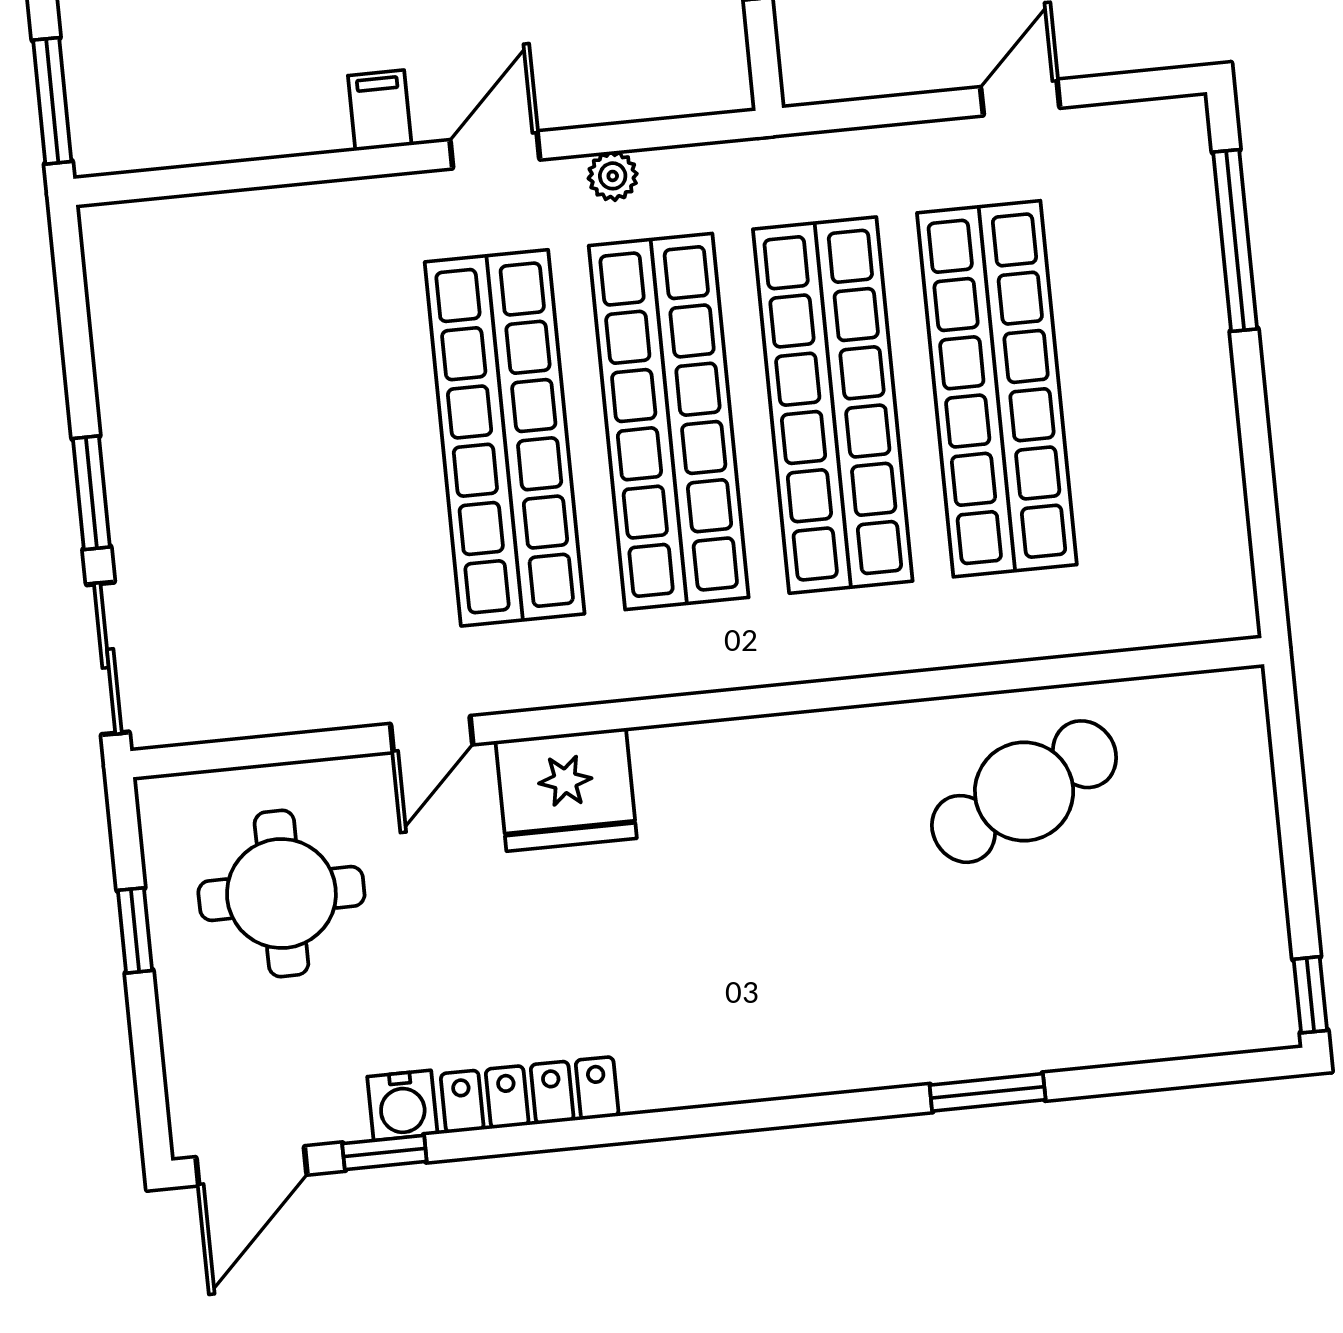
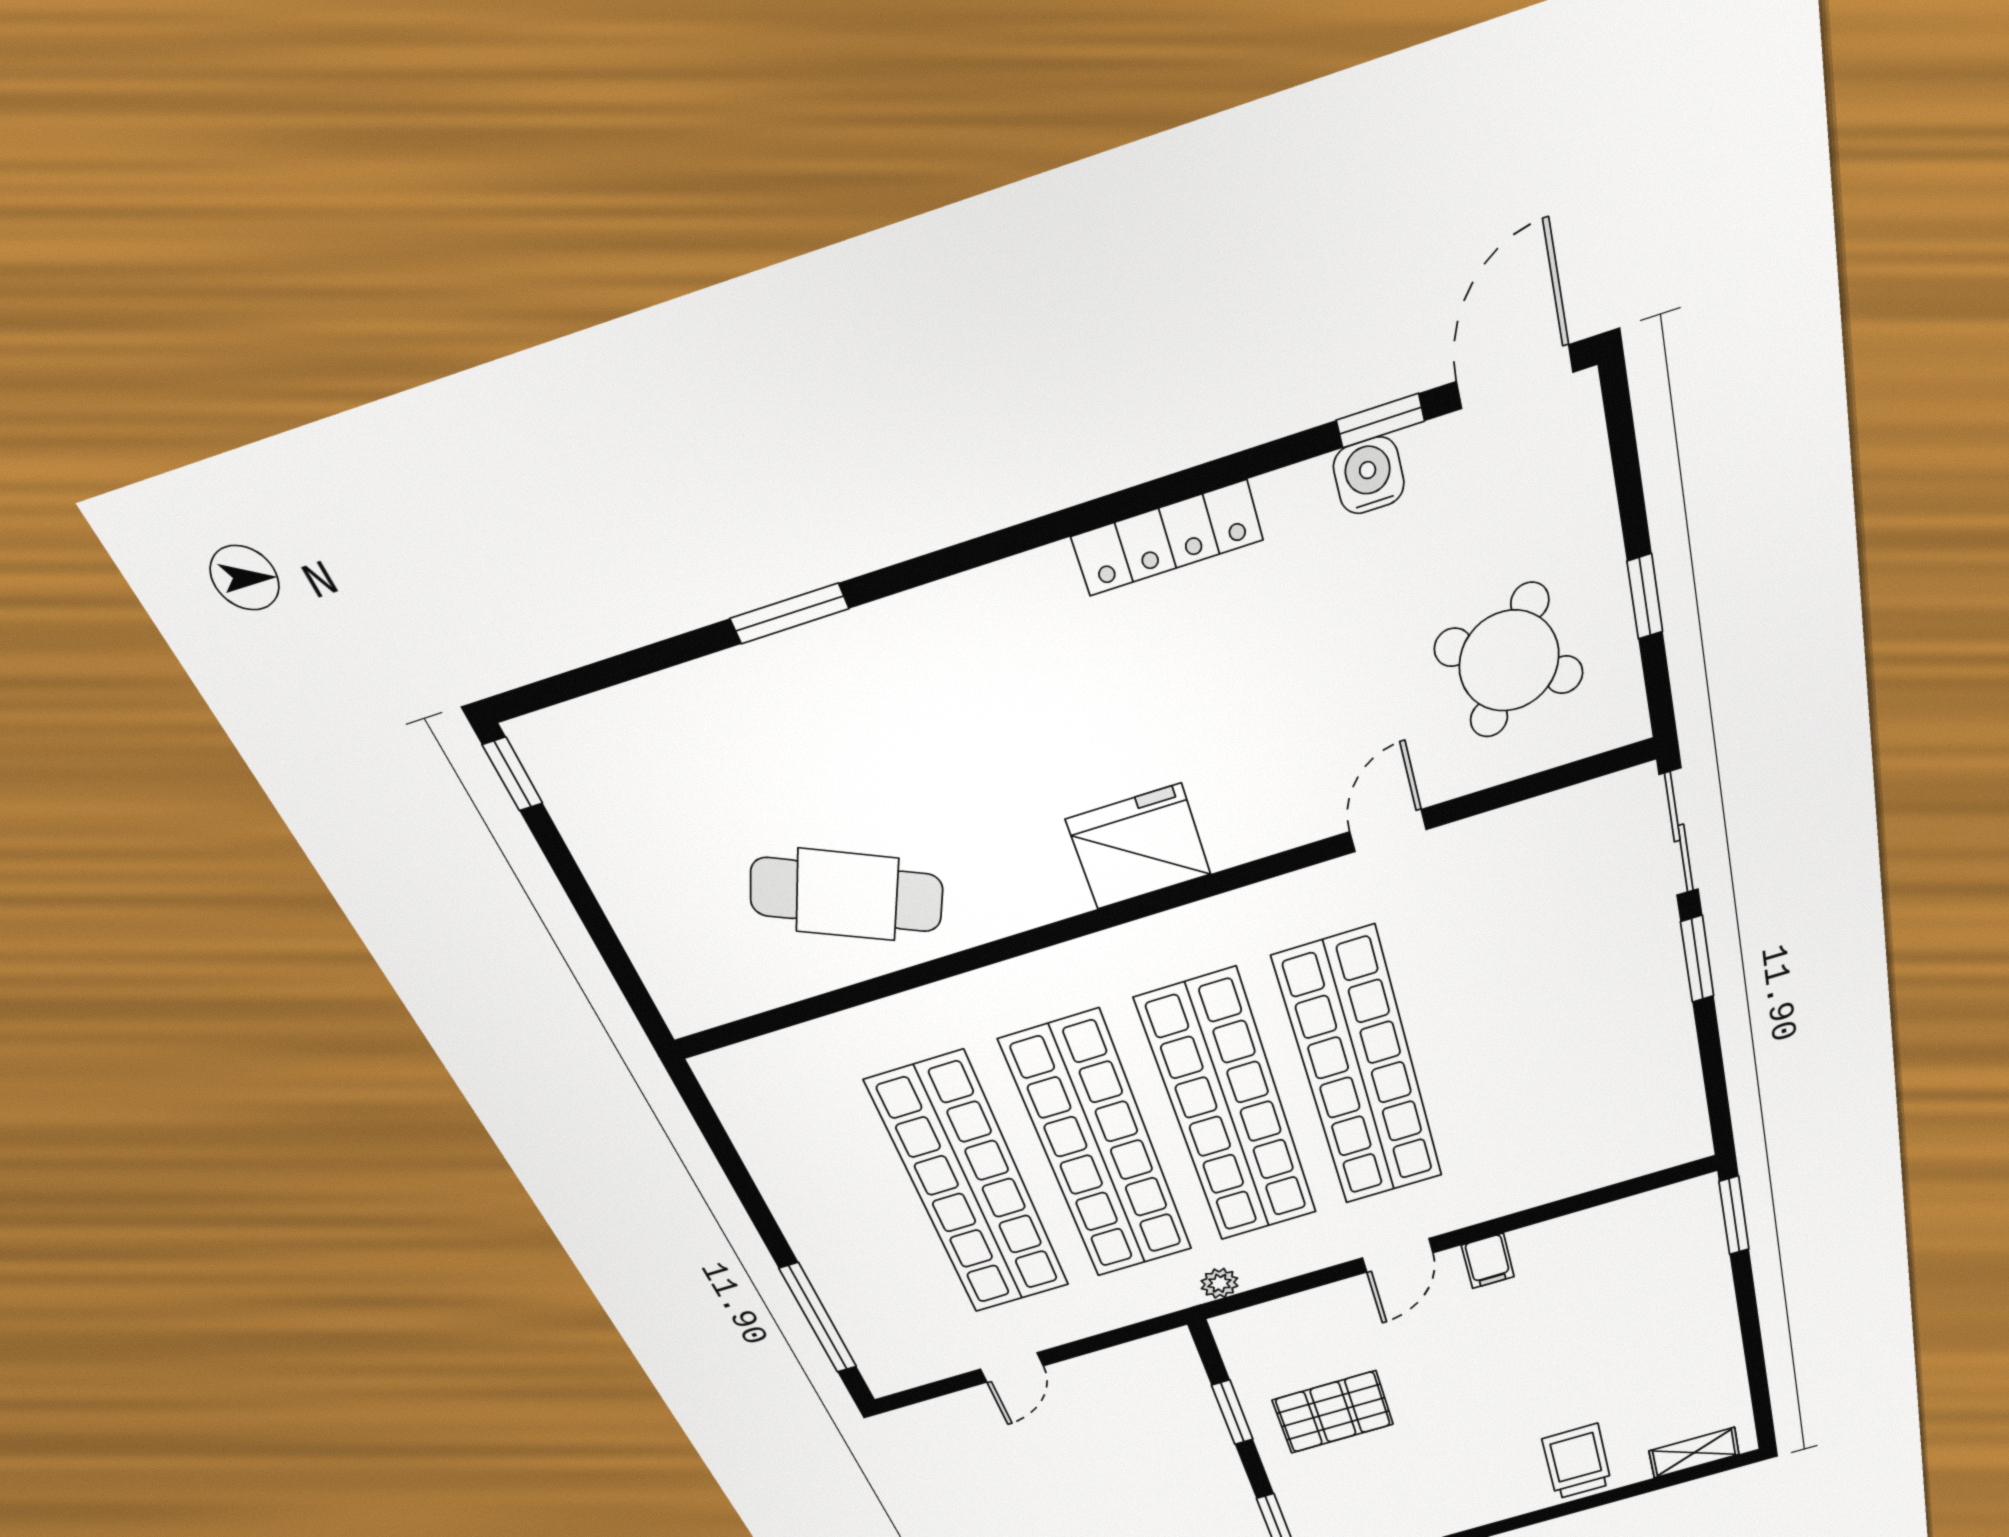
plant: (613, 176) -> (1219, 1283), moved
fridge: (566, 790) -> (1139, 847), moved
cafe table: (1024, 792) -> (847, 895), turned 51
round table: (281, 893) -> (1509, 661), turned 31
locker: (530, 1095) -> (1167, 538), moved

